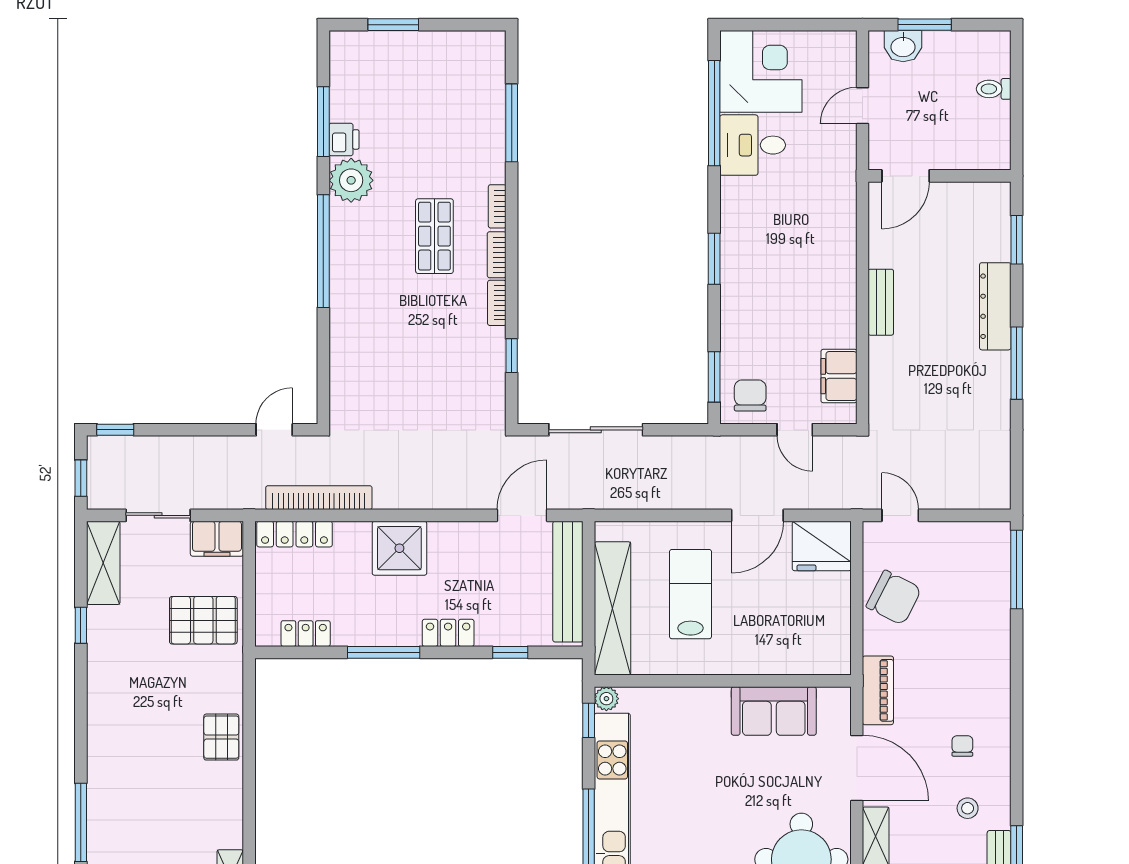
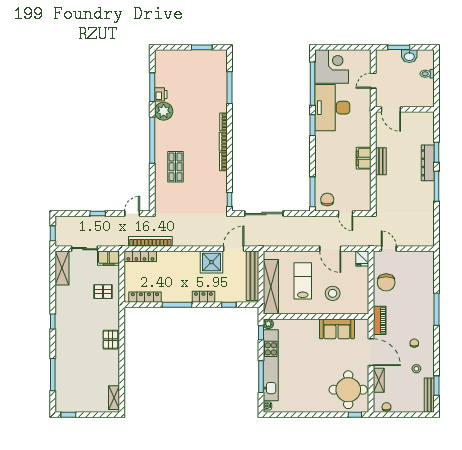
window: (393, 25) -> (202, 47), moved
washbasin: (903, 46) -> (409, 56), moved
desk: (753, 145) -> (332, 108), width x1.87, depth x1.30
door: (906, 176) -> (391, 109), hinge flipped
shop shelf: (434, 236) -> (175, 167), moved
window: (1017, 240) -> (436, 152), moved
window: (714, 259) -> (312, 125), moved
window: (512, 356) -> (229, 199), moved
filing cabinet: (839, 376) -> (364, 158), moved
window: (714, 377) -> (312, 192), width x1.44
window: (115, 430) -> (98, 214), moved
door: (757, 515) -> (330, 249), hinge flipped
fridge: (822, 546) -> (362, 259), width x0.53, depth x0.75
shower: (399, 548) -> (211, 262), moved
window: (1017, 570) -> (436, 309), moved
chair: (894, 598) -> (386, 282), turned 63
pallet: (203, 620) -> (103, 292), width x0.67, depth x0.71
stool: (763, 624) -> (333, 293), added
window: (81, 625) -> (53, 321), moved
locker: (306, 634) -> (145, 297), width x1.53

